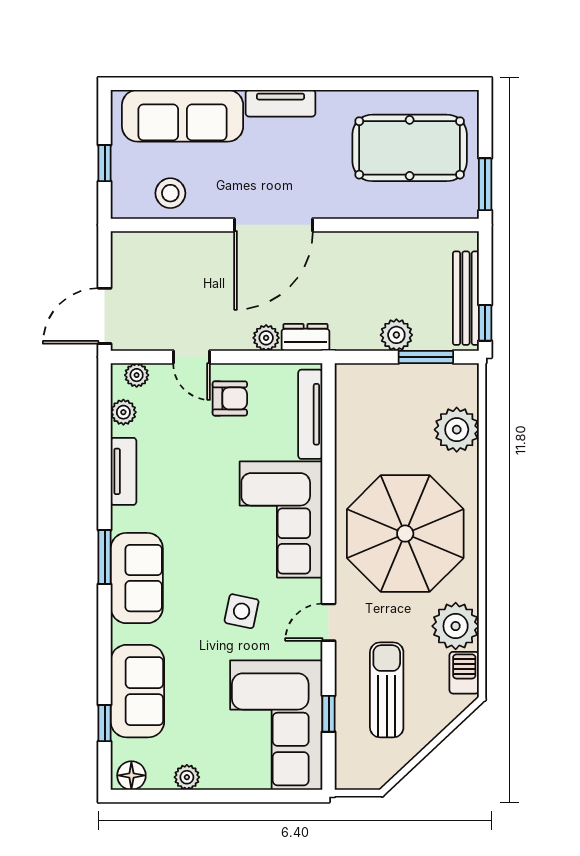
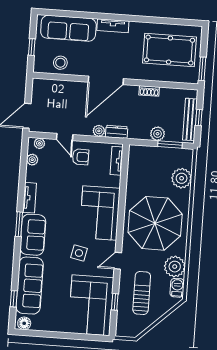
shoe rack: (371, 242) -> (149, 91), added
window: (485, 323) -> (199, 118), moved
tv unit: (310, 414) -> (117, 161), width x0.71
tv unit: (123, 471) -> (30, 198), moved
sofa: (137, 691) -> (30, 286), width x1.36
plant: (187, 777) -> (49, 326), removed

